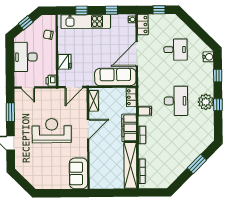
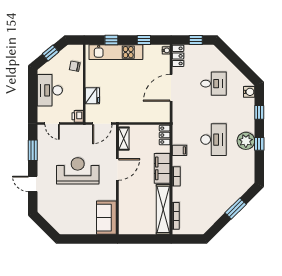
sofa: (115, 77) -> (148, 113), removed

